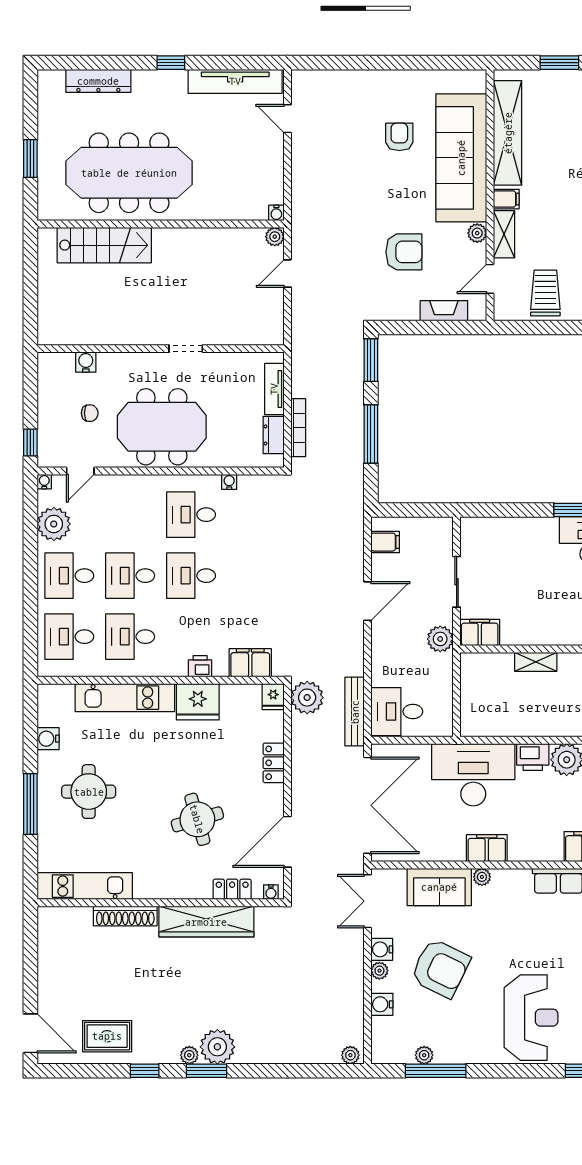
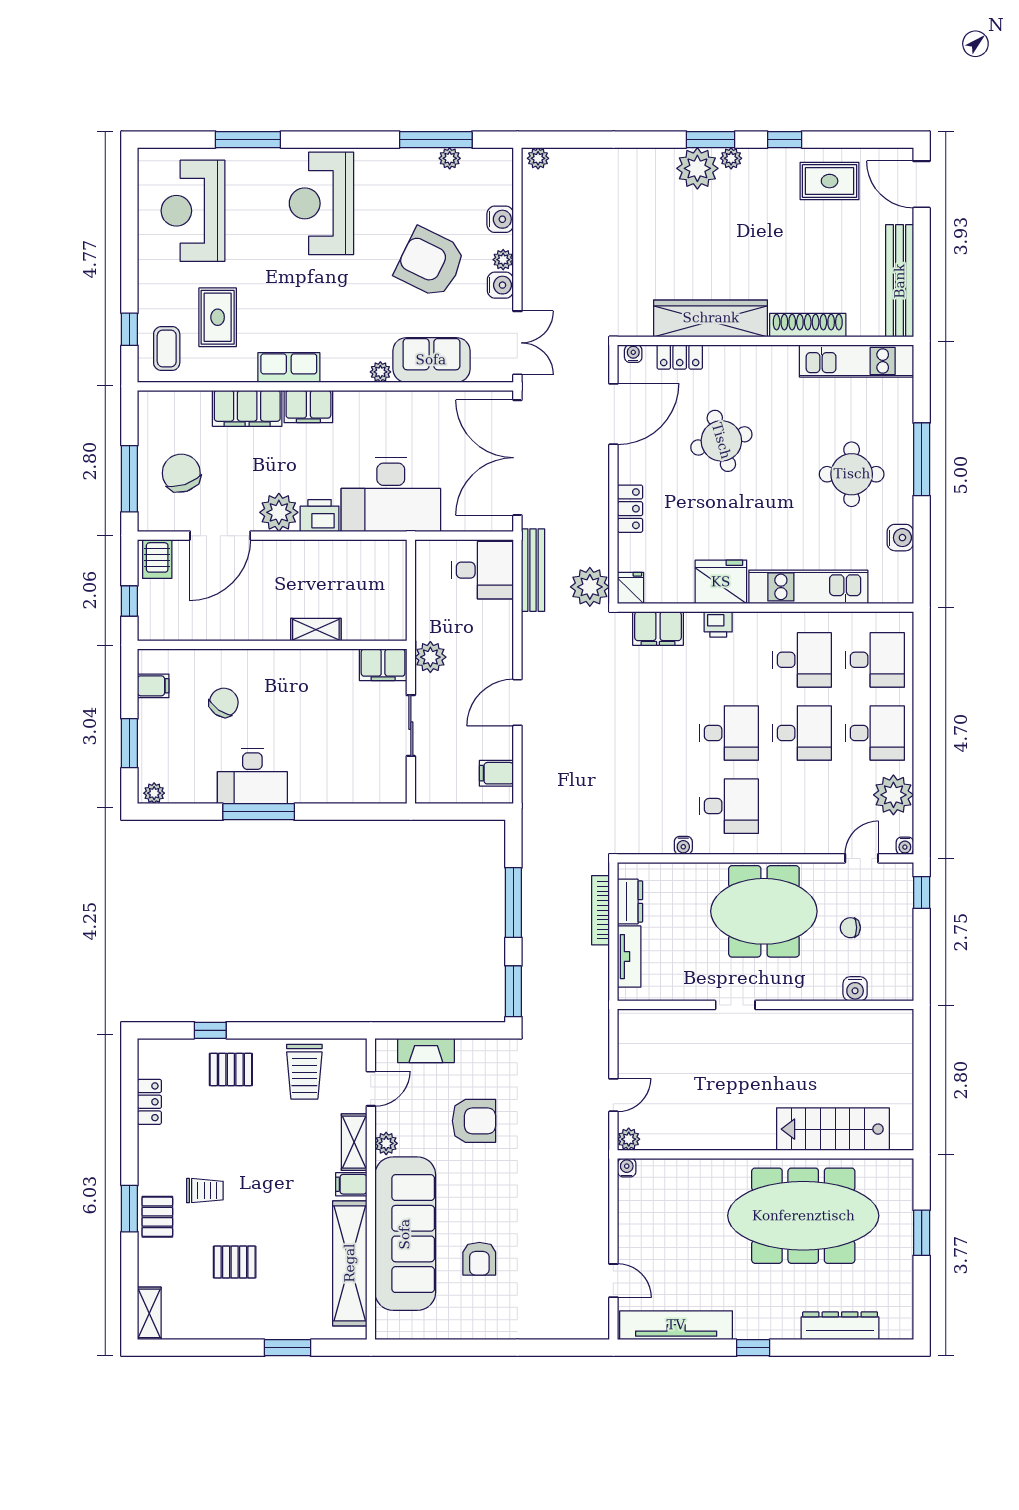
armchair: (404, 252) -> (474, 1121), turned 180
filing cabinet: (487, 848) -> (308, 406), moved
bench: (49, 953) -> (900, 281), added

